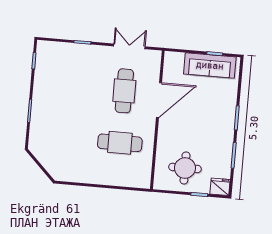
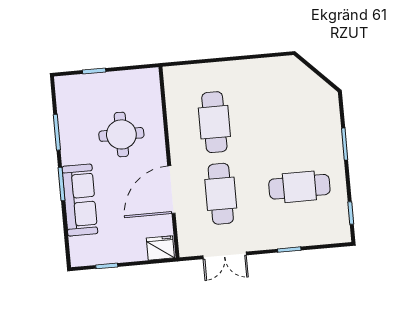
sofa: (210, 65) -> (80, 200), moved, turned 90
cafe table: (67, 86) -> (299, 187), added
cafe table: (120, 143) -> (214, 122), turned 90
round table: (185, 168) -> (121, 134), moved
fridge: (220, 187) -> (160, 248), moved, turned 180

